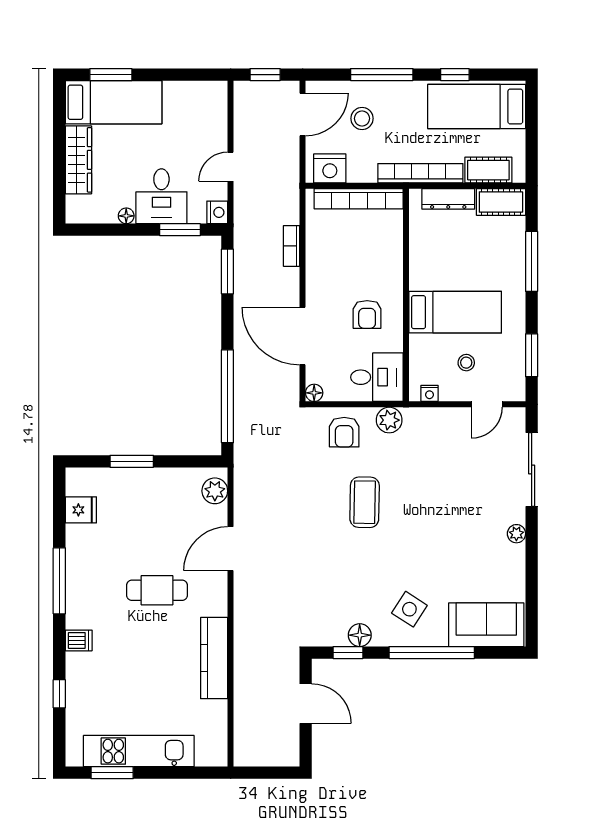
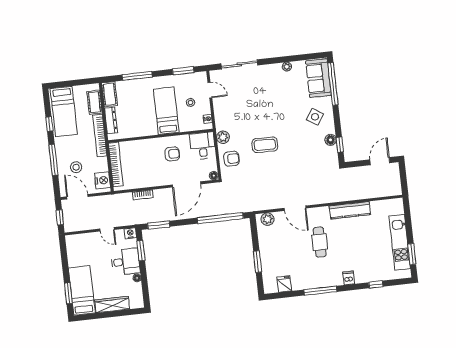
plant: (516, 534) -> (287, 67), moved
window: (432, 653) -> (333, 84), moved
door: (306, 704) -> (380, 161), moved

